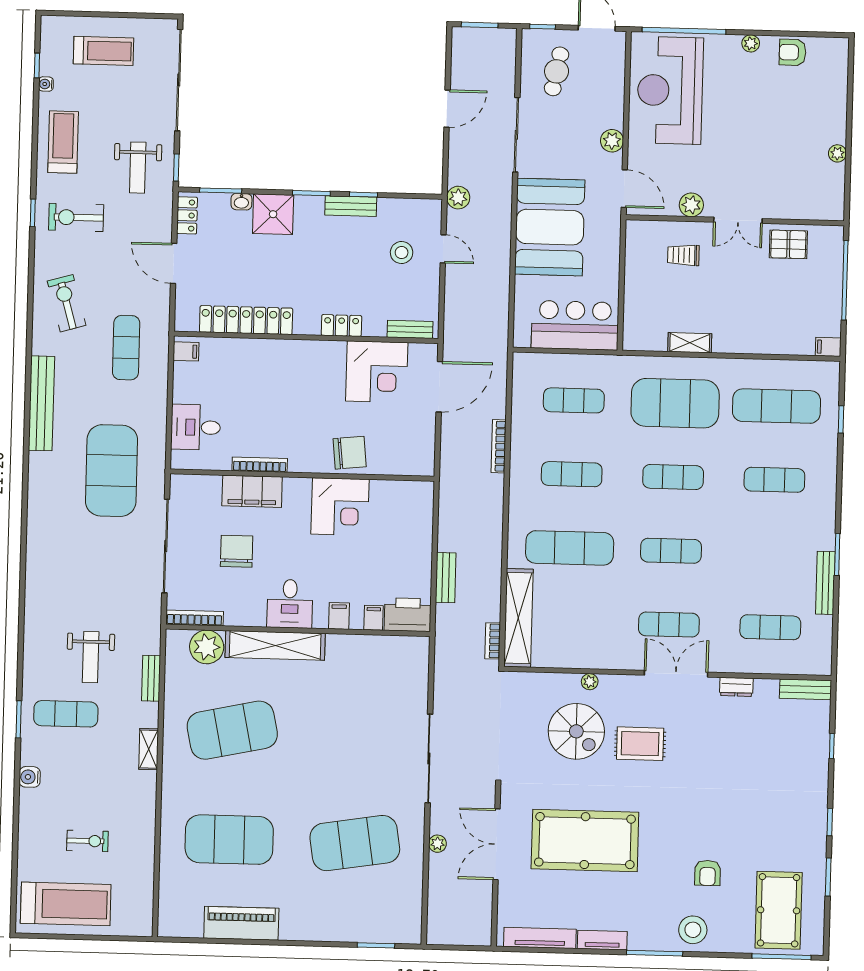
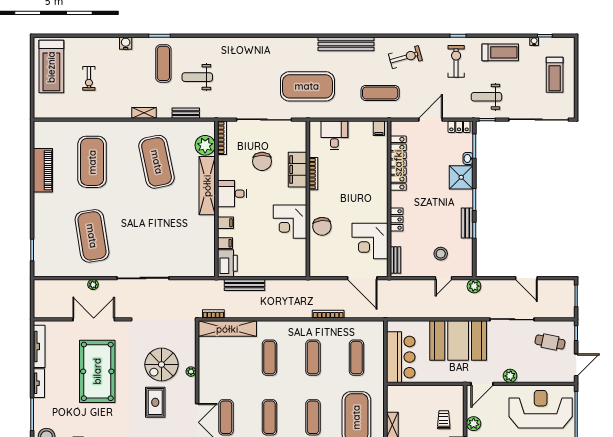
exercise mat: (570, 548) -> (269, 358), width x0.73, depth x0.69
chair: (237, 551) -> (262, 161), turned 90
bench: (446, 578) -> (245, 285), width x1.36

